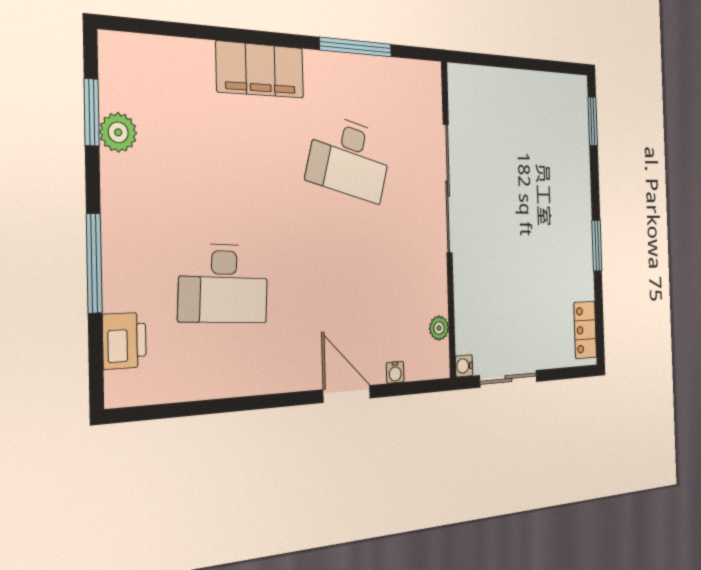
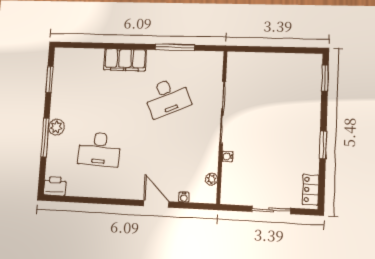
plant: (118, 132) -> (56, 127), moved
desk: (350, 158) -> (167, 97), turned -39
printer: (124, 341) -> (55, 186), moved, turned -90
water cooler: (464, 366) -> (227, 156), moved
sliding door: (508, 379) -> (271, 210), moved

